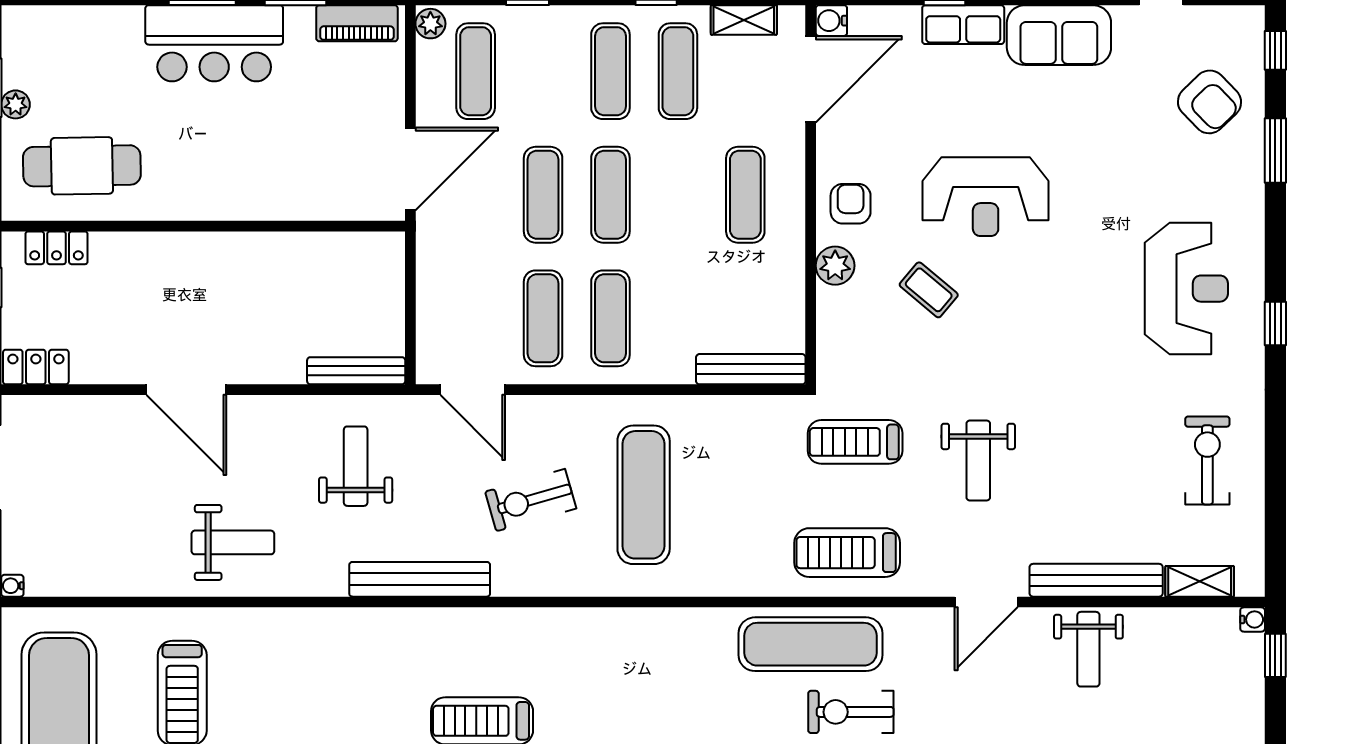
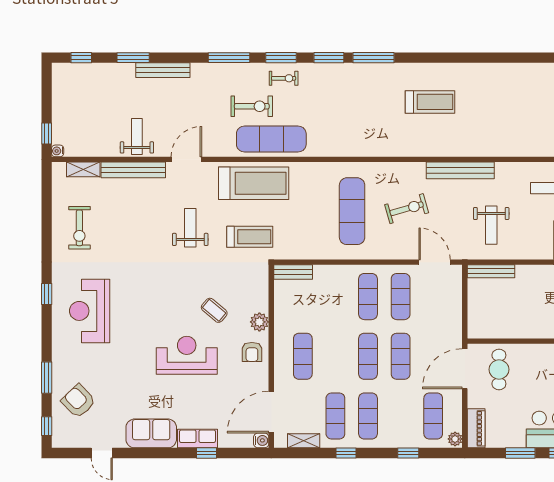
piano: (357, 23) -> (476, 428), moved, turned 90
cafe table: (340, 167) -> (499, 369), added
bench: (751, 369) -> (293, 272), width x0.73
treadmill: (847, 553) -> (254, 183), width x1.37, depth x1.38

